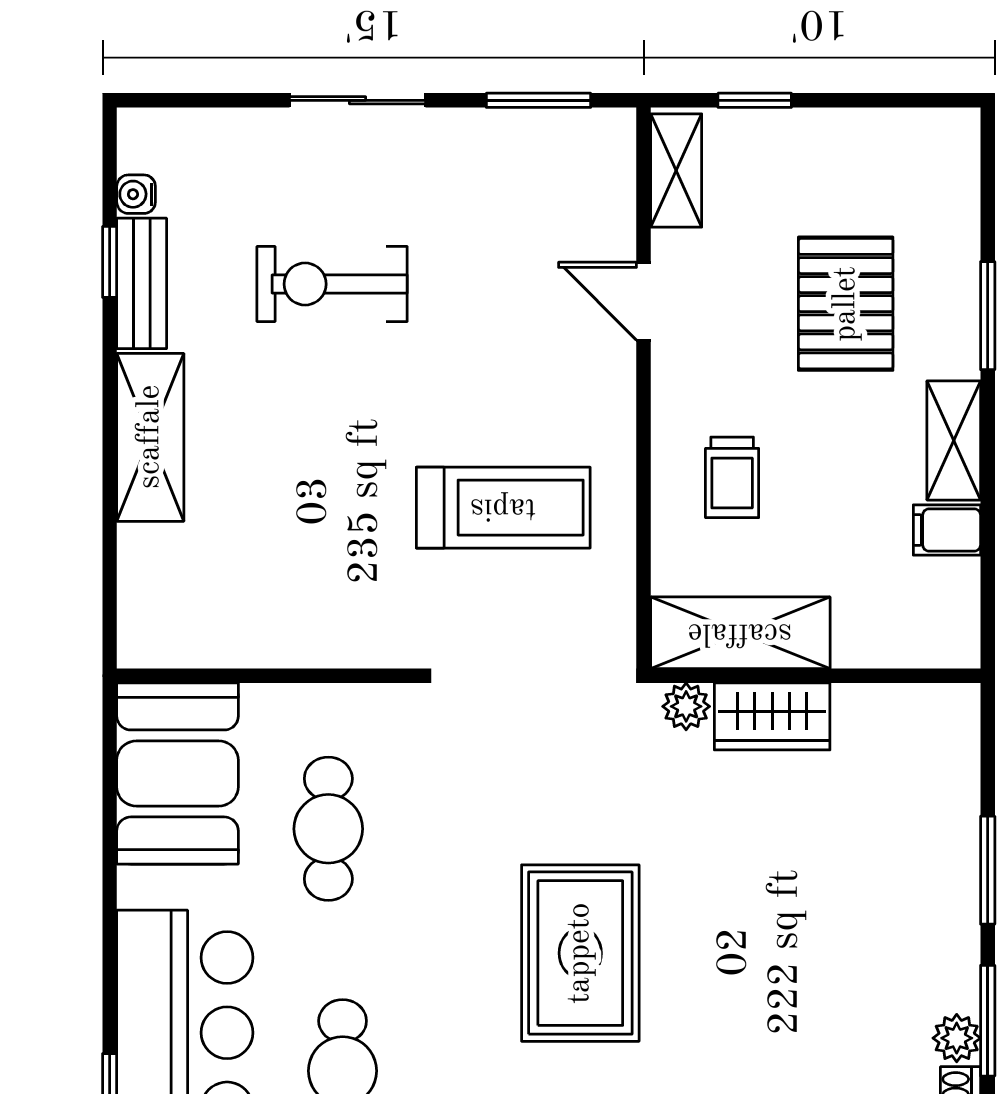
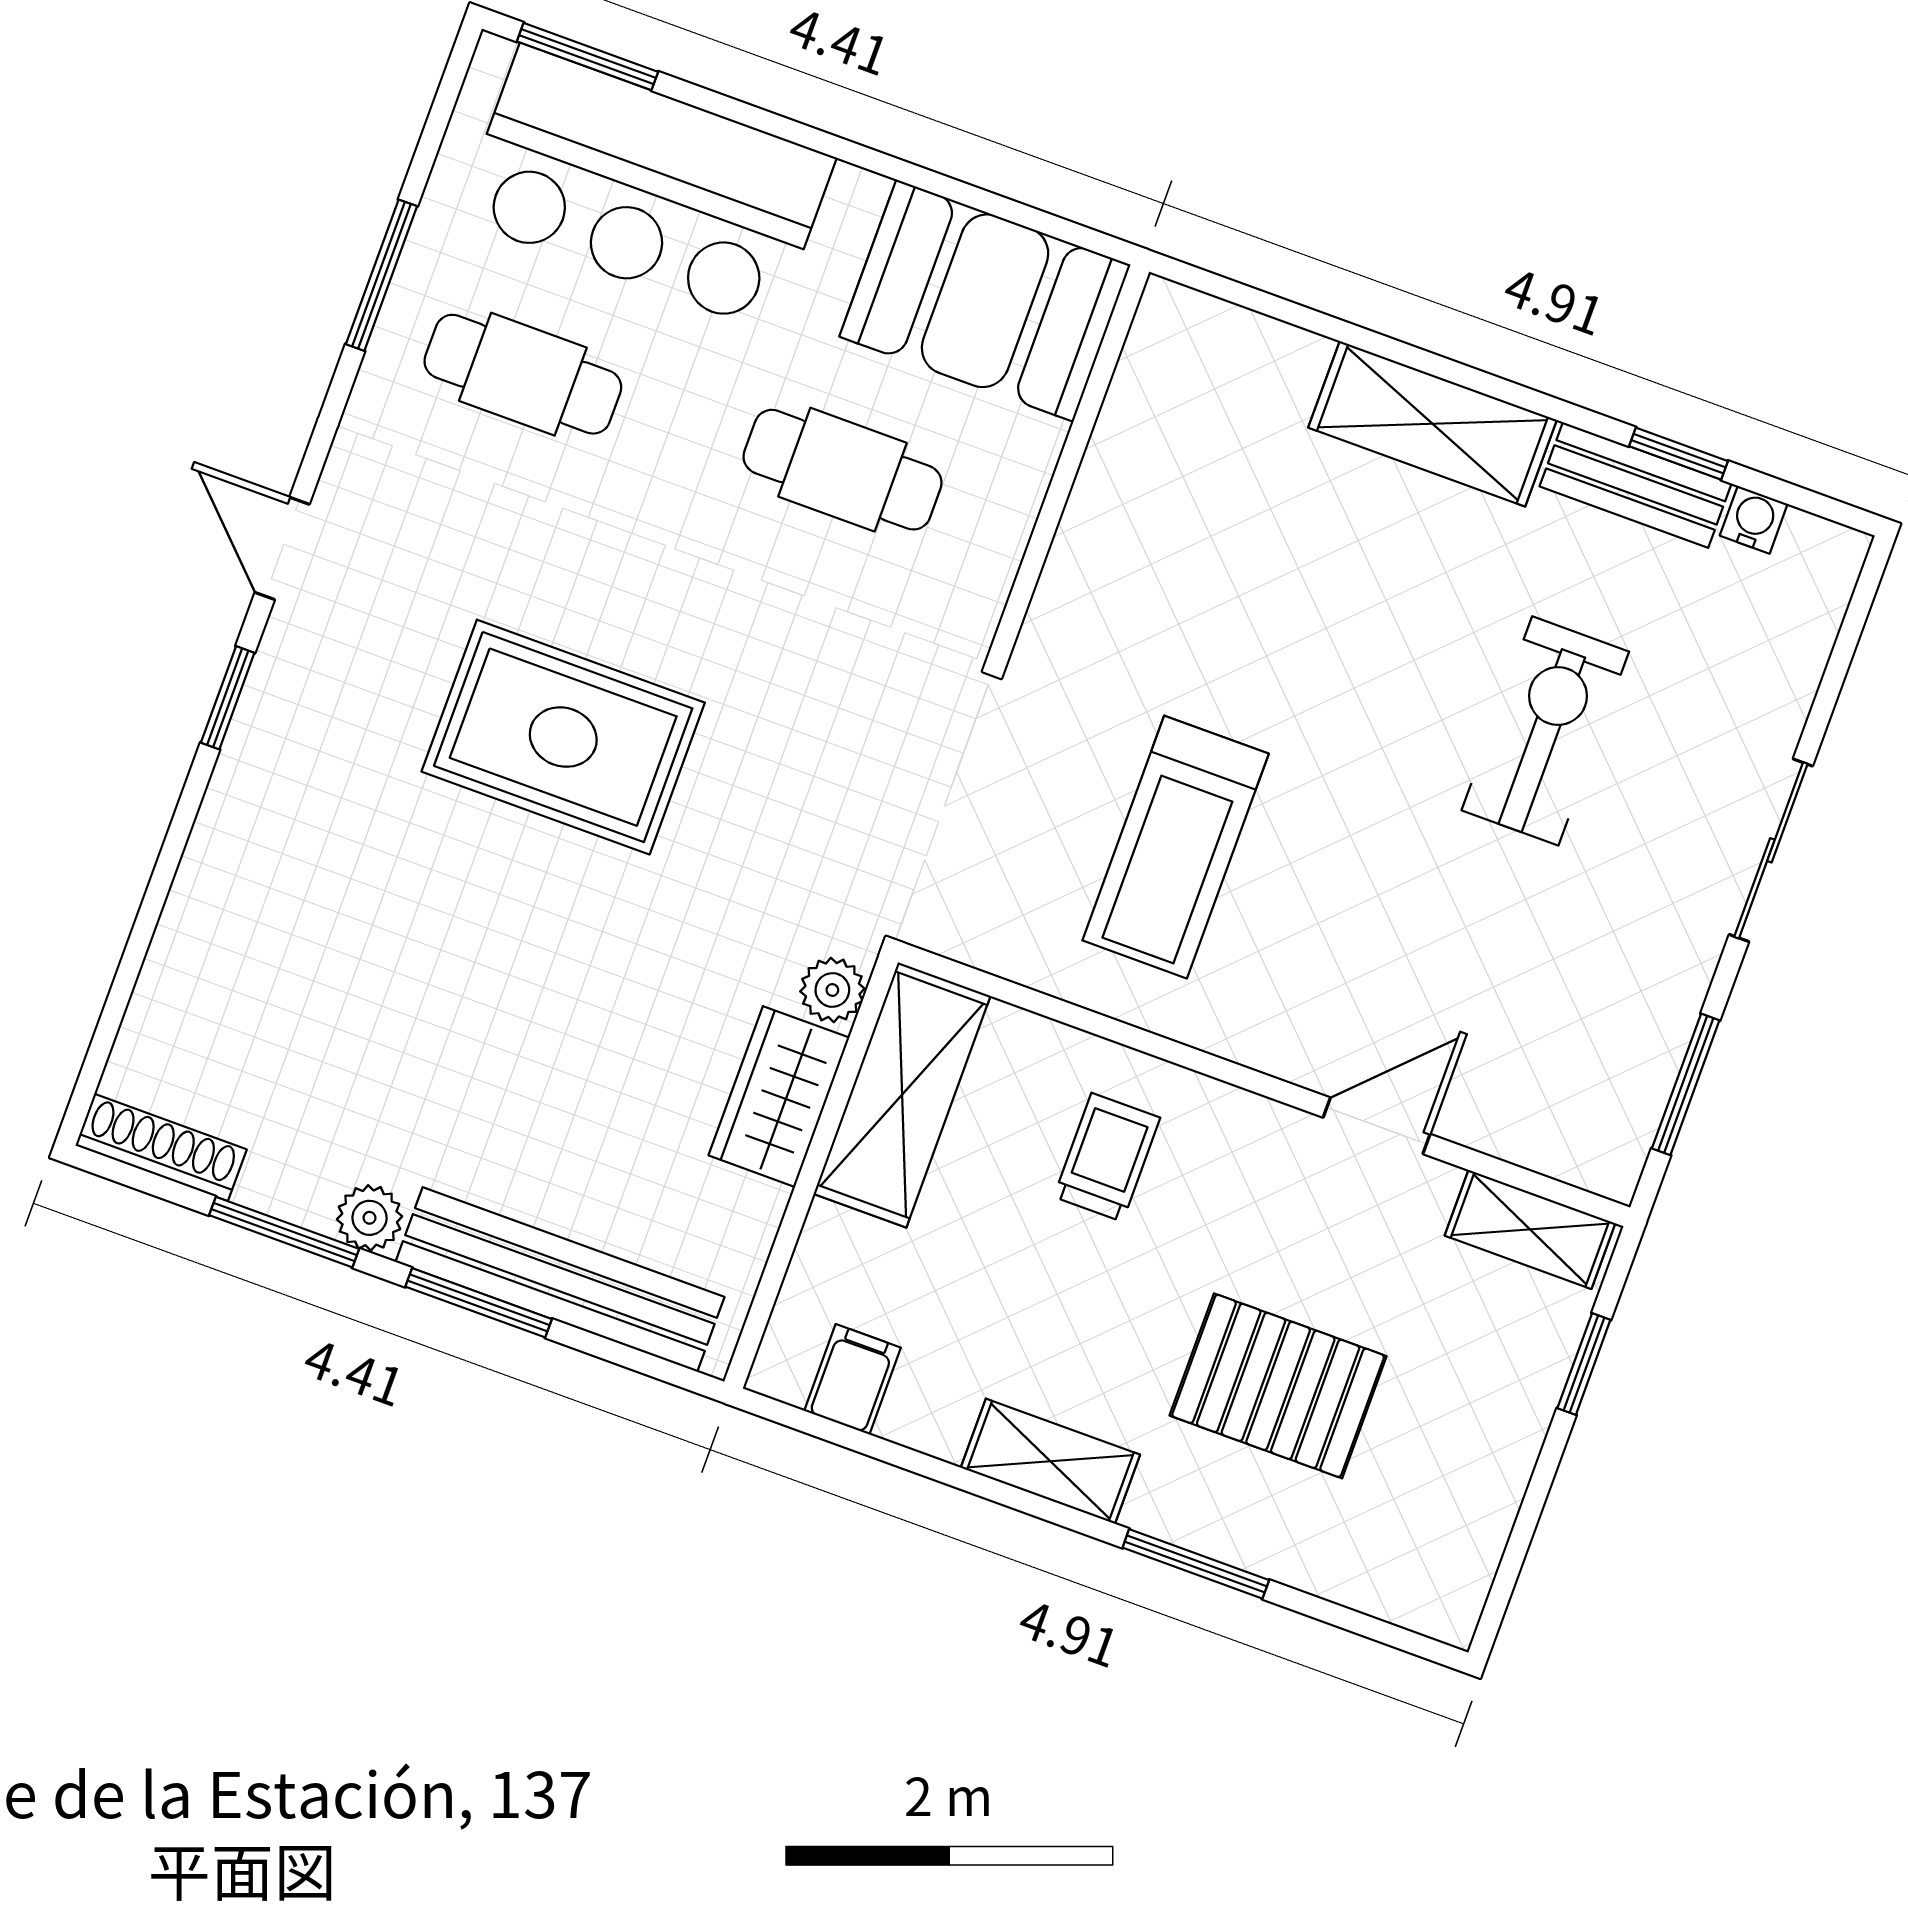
trolley: (732, 477) -> (1107, 1157), turned 90
filing cabinet: (947, 530) -> (853, 1379), moved
bench: (952, 821) -> (560, 1280), added
plant: (957, 1038) -> (370, 1218), moved

